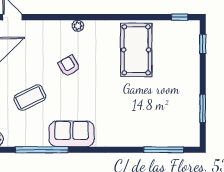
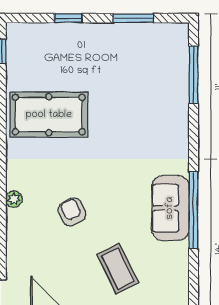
window: (203, 44) -> (68, 18), moved
armchair: (69, 66) -> (72, 212), turned 95
window: (42, 150) -> (194, 210), moved

